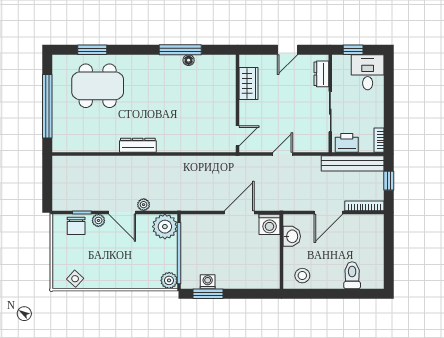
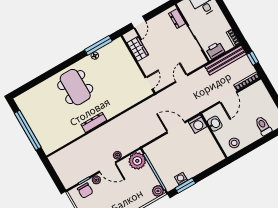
window: (92, 50) -> (35, 82), removed
window: (180, 50) -> (98, 45), moved
door: (287, 50) -> (138, 22), moved
dining table: (98, 86) -> (75, 87), moved, turned 90
door: (239, 212) -> (176, 127), hinge flipped

